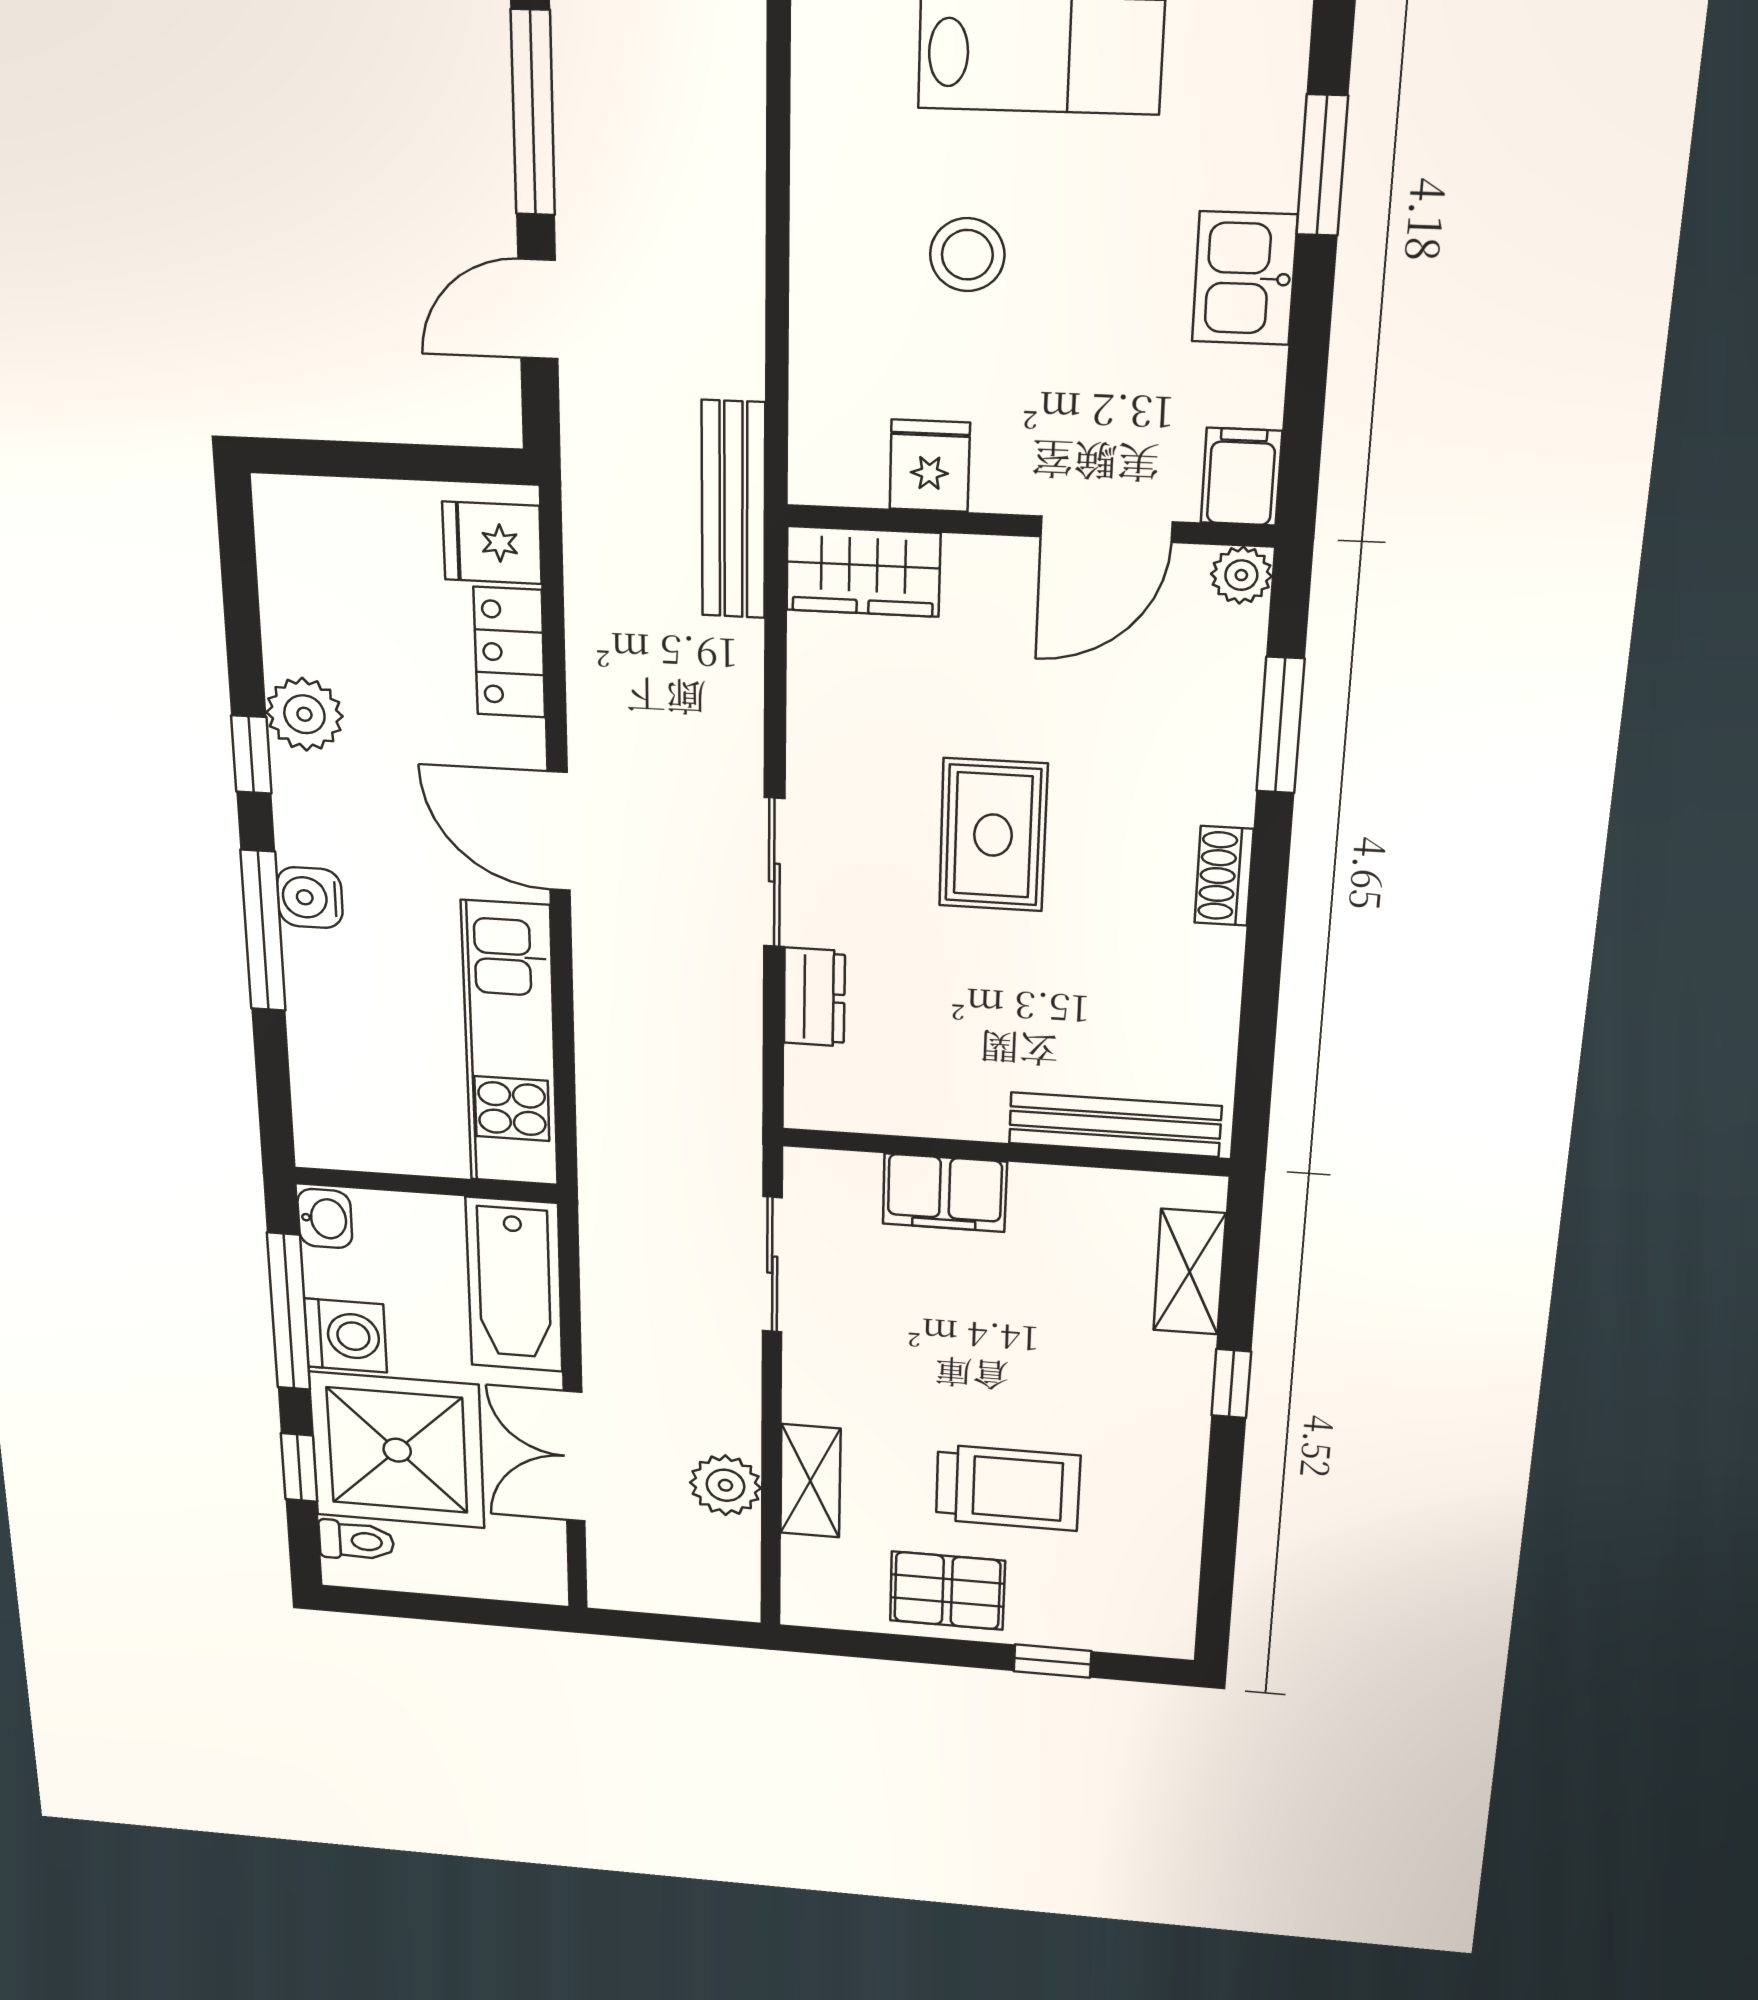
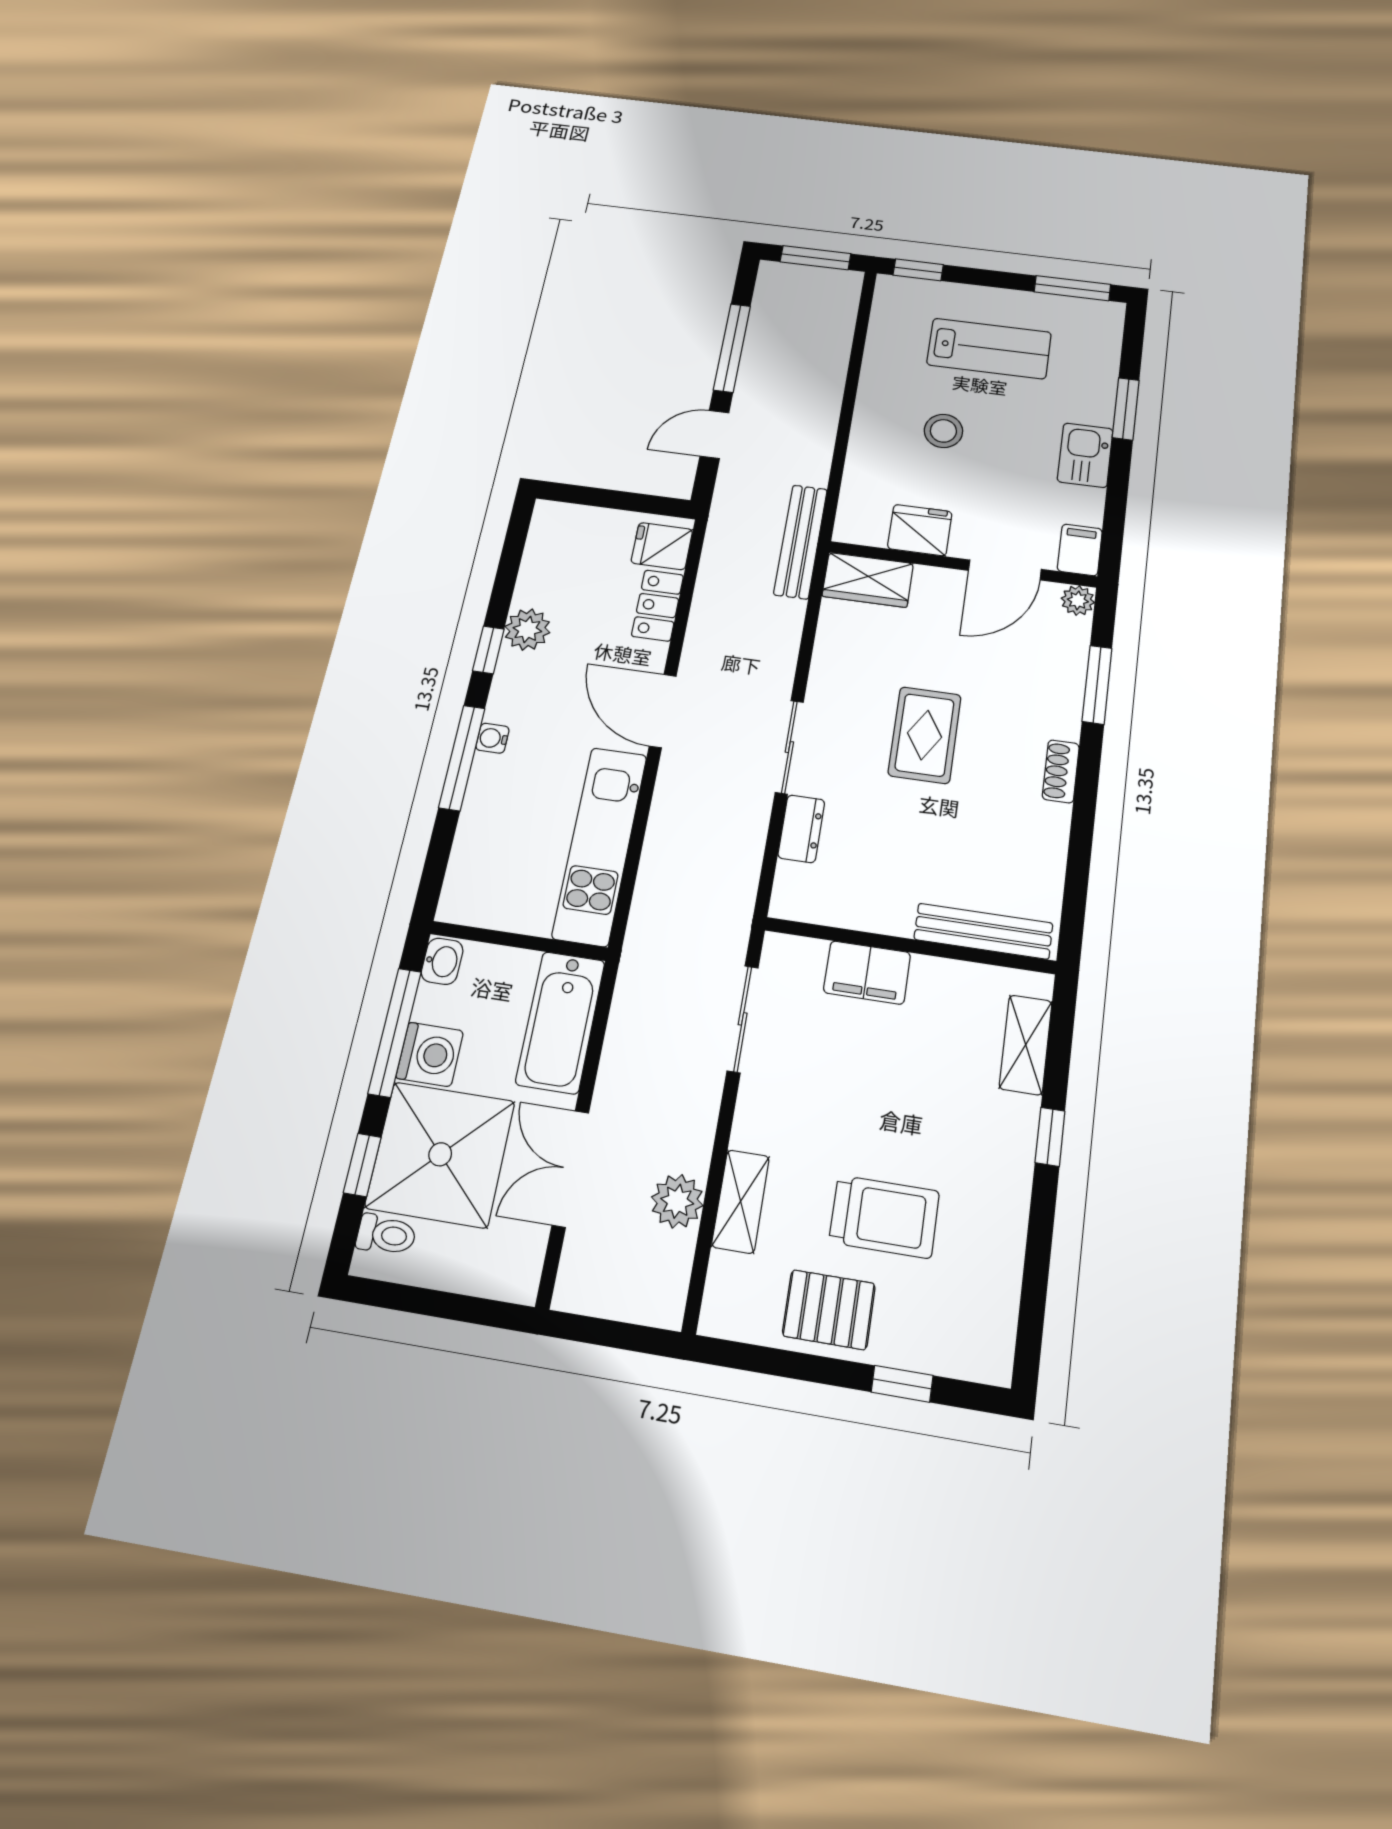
fridge: (930, 466) -> (920, 530), width x1.38
water cooler: (310, 898) -> (492, 738), width x0.72, depth x0.72

